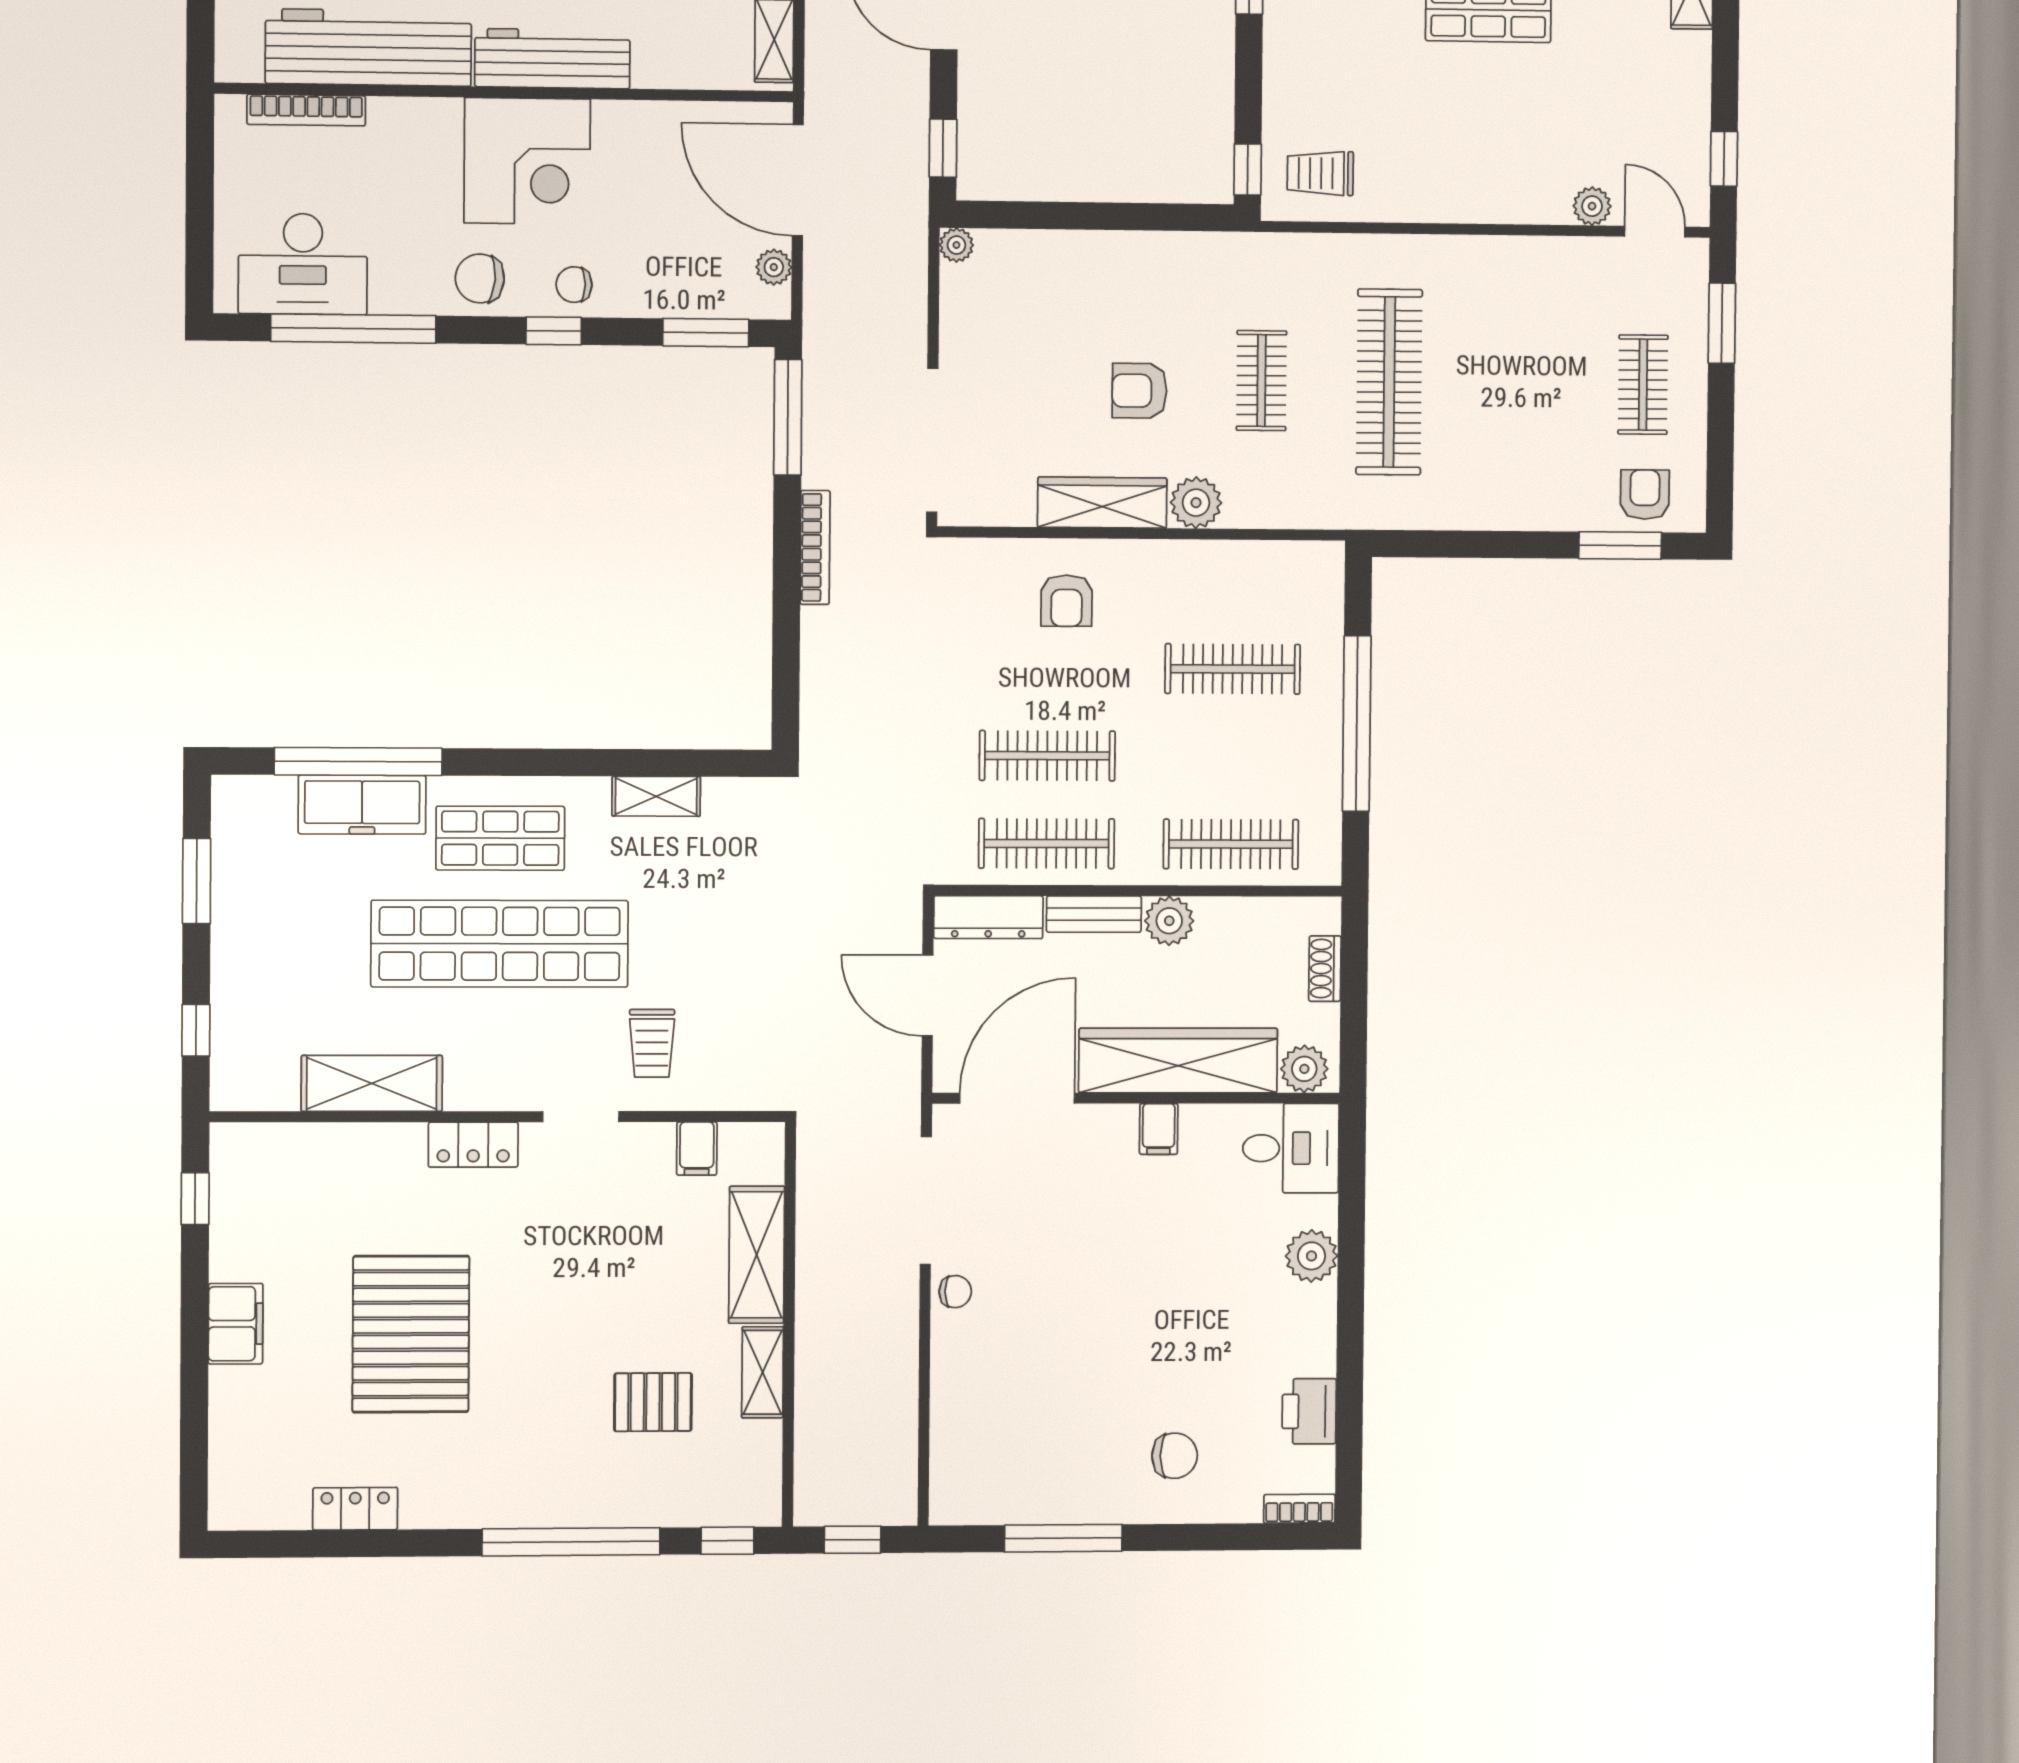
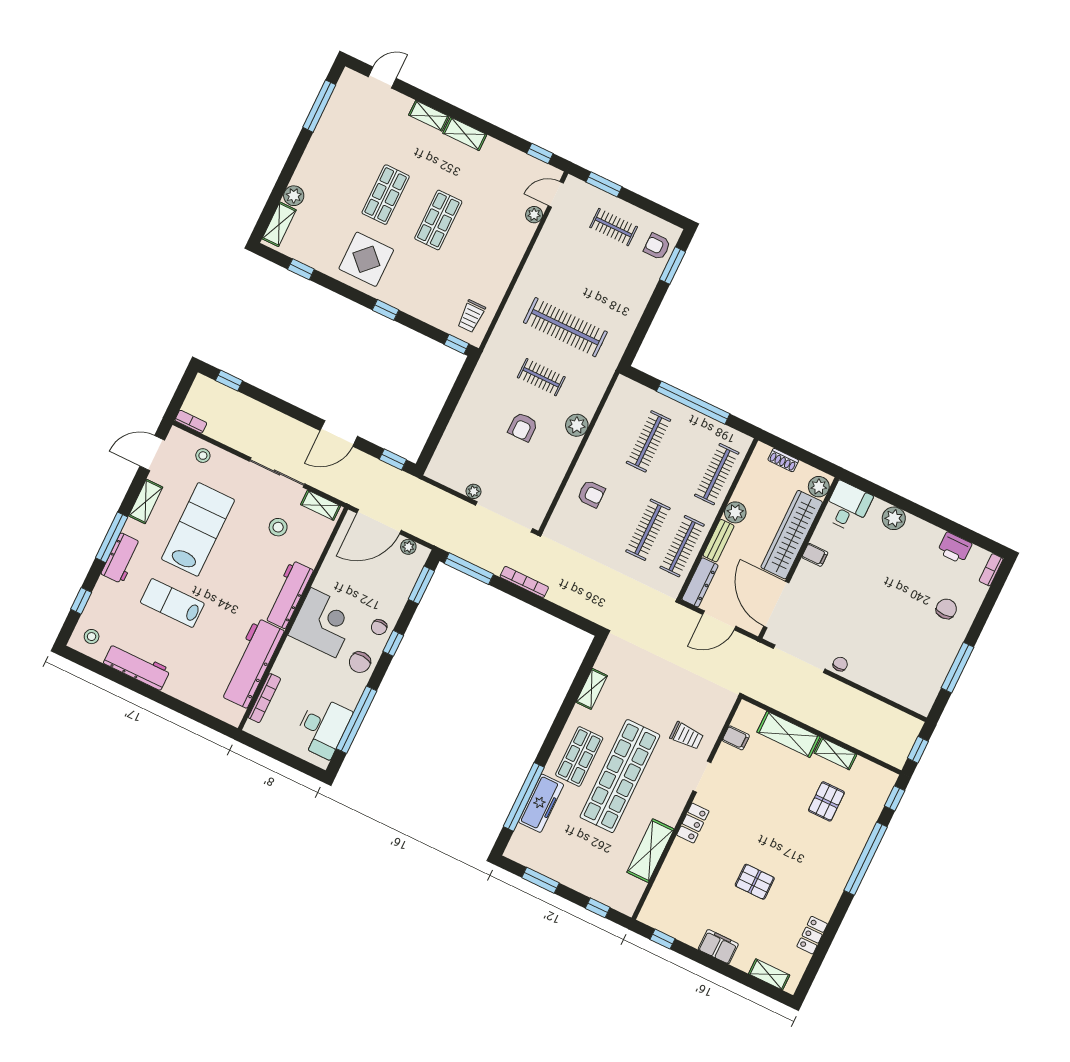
plant: (956, 245) -> (474, 491), moved
wardrobe: (1102, 503) -> (560, 462), removed
pallet: (411, 1334) -> (755, 882), width x0.49, depth x0.50
shelving: (228, 1459) -> (769, 974), added

